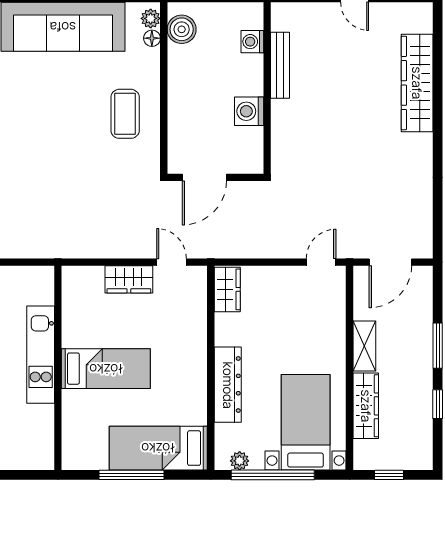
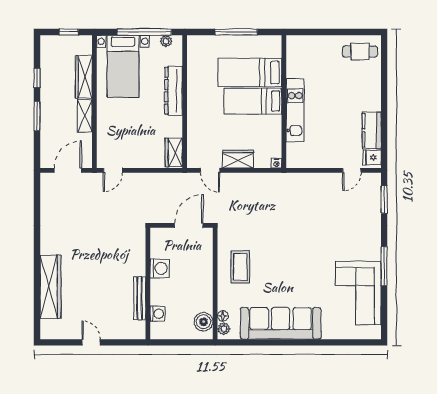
nightstand: (69, 273) -> (276, 163), added
bed: (158, 448) -> (250, 73), moved, turned 180

